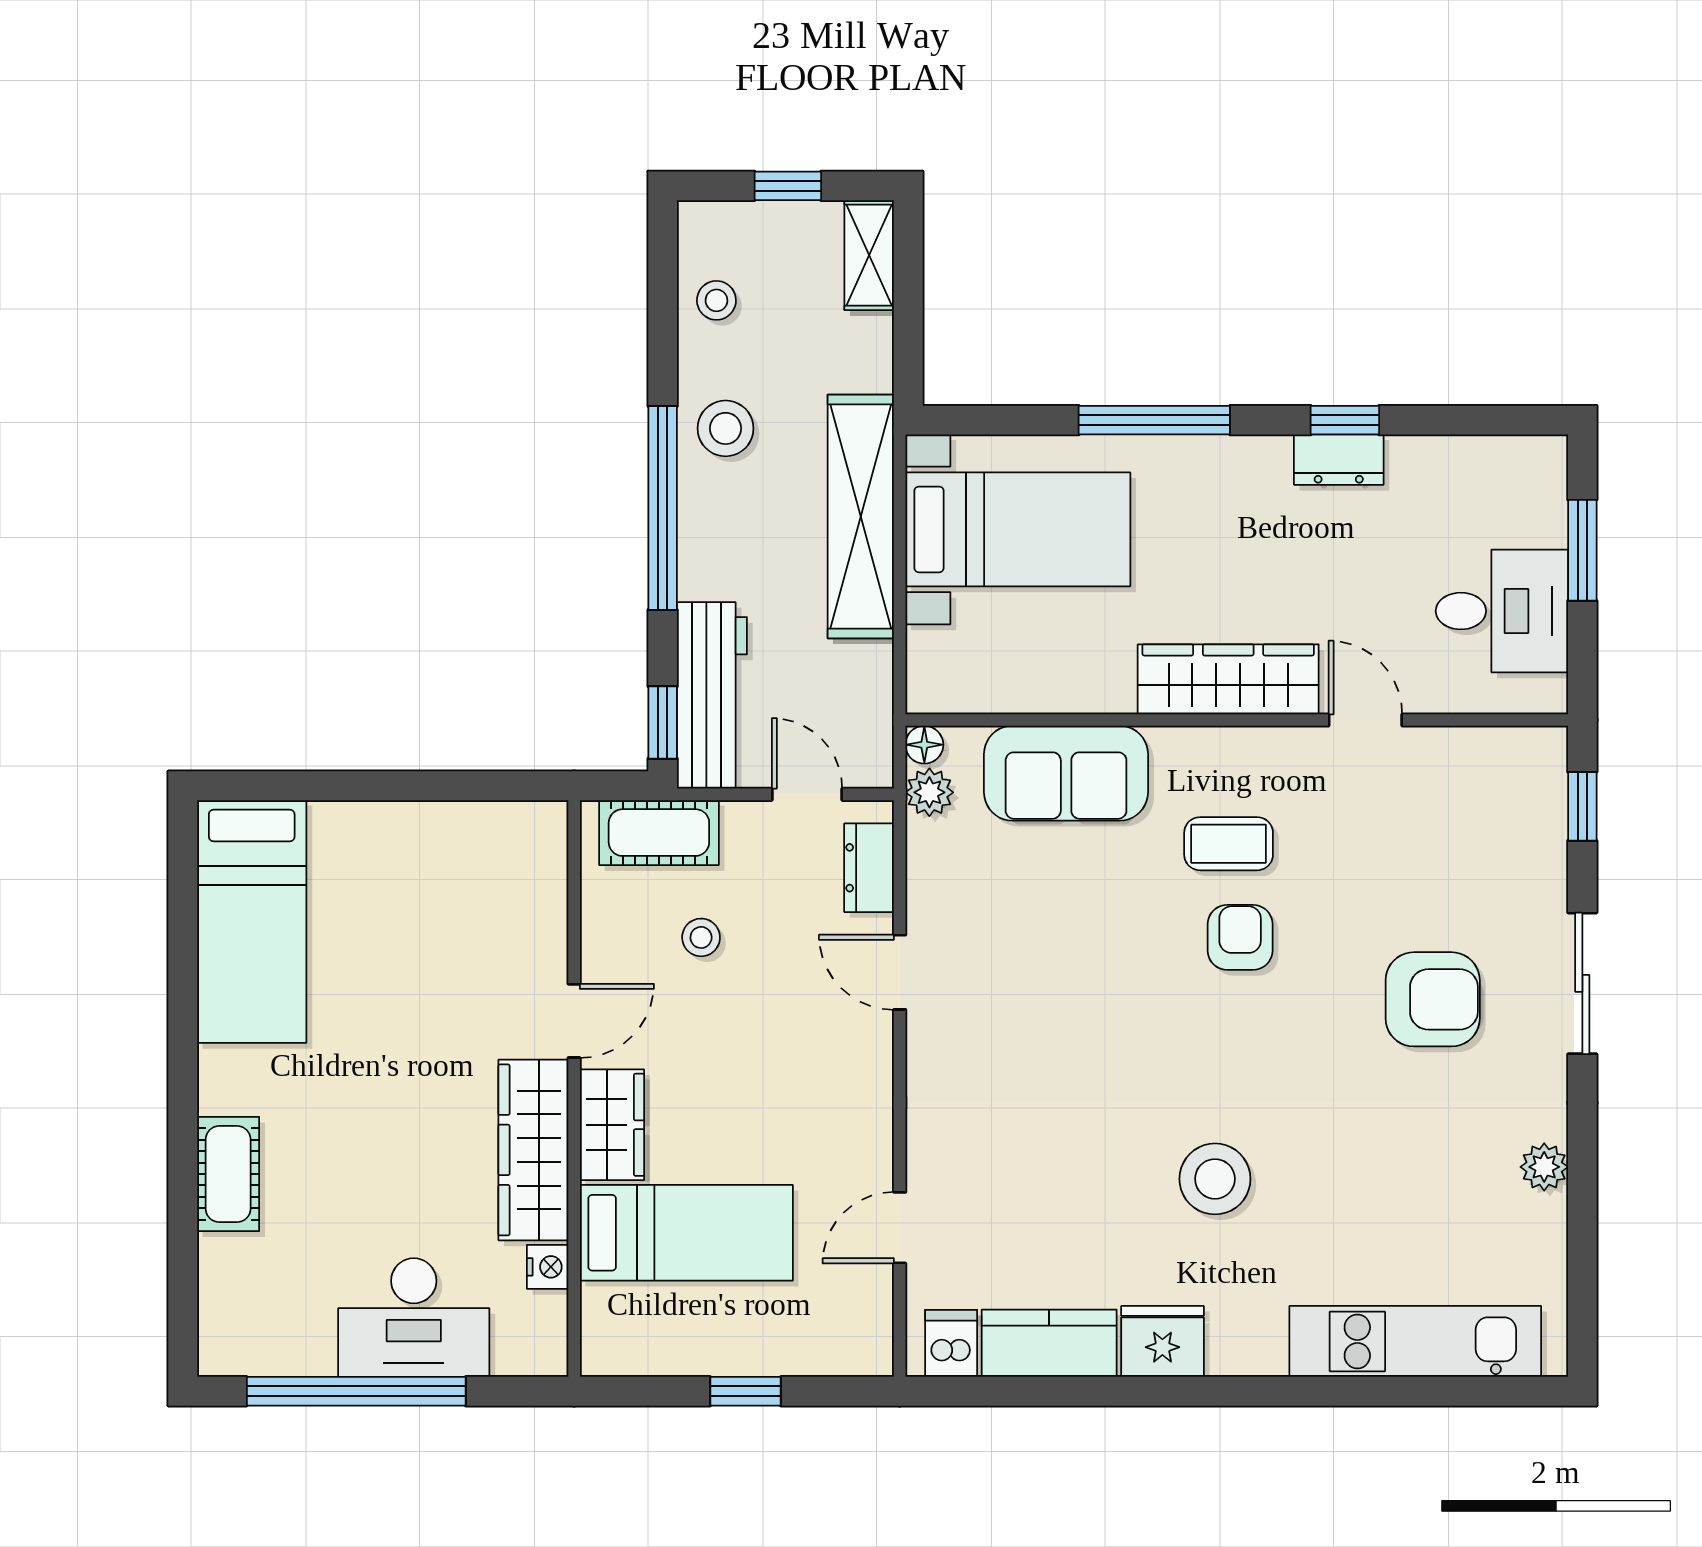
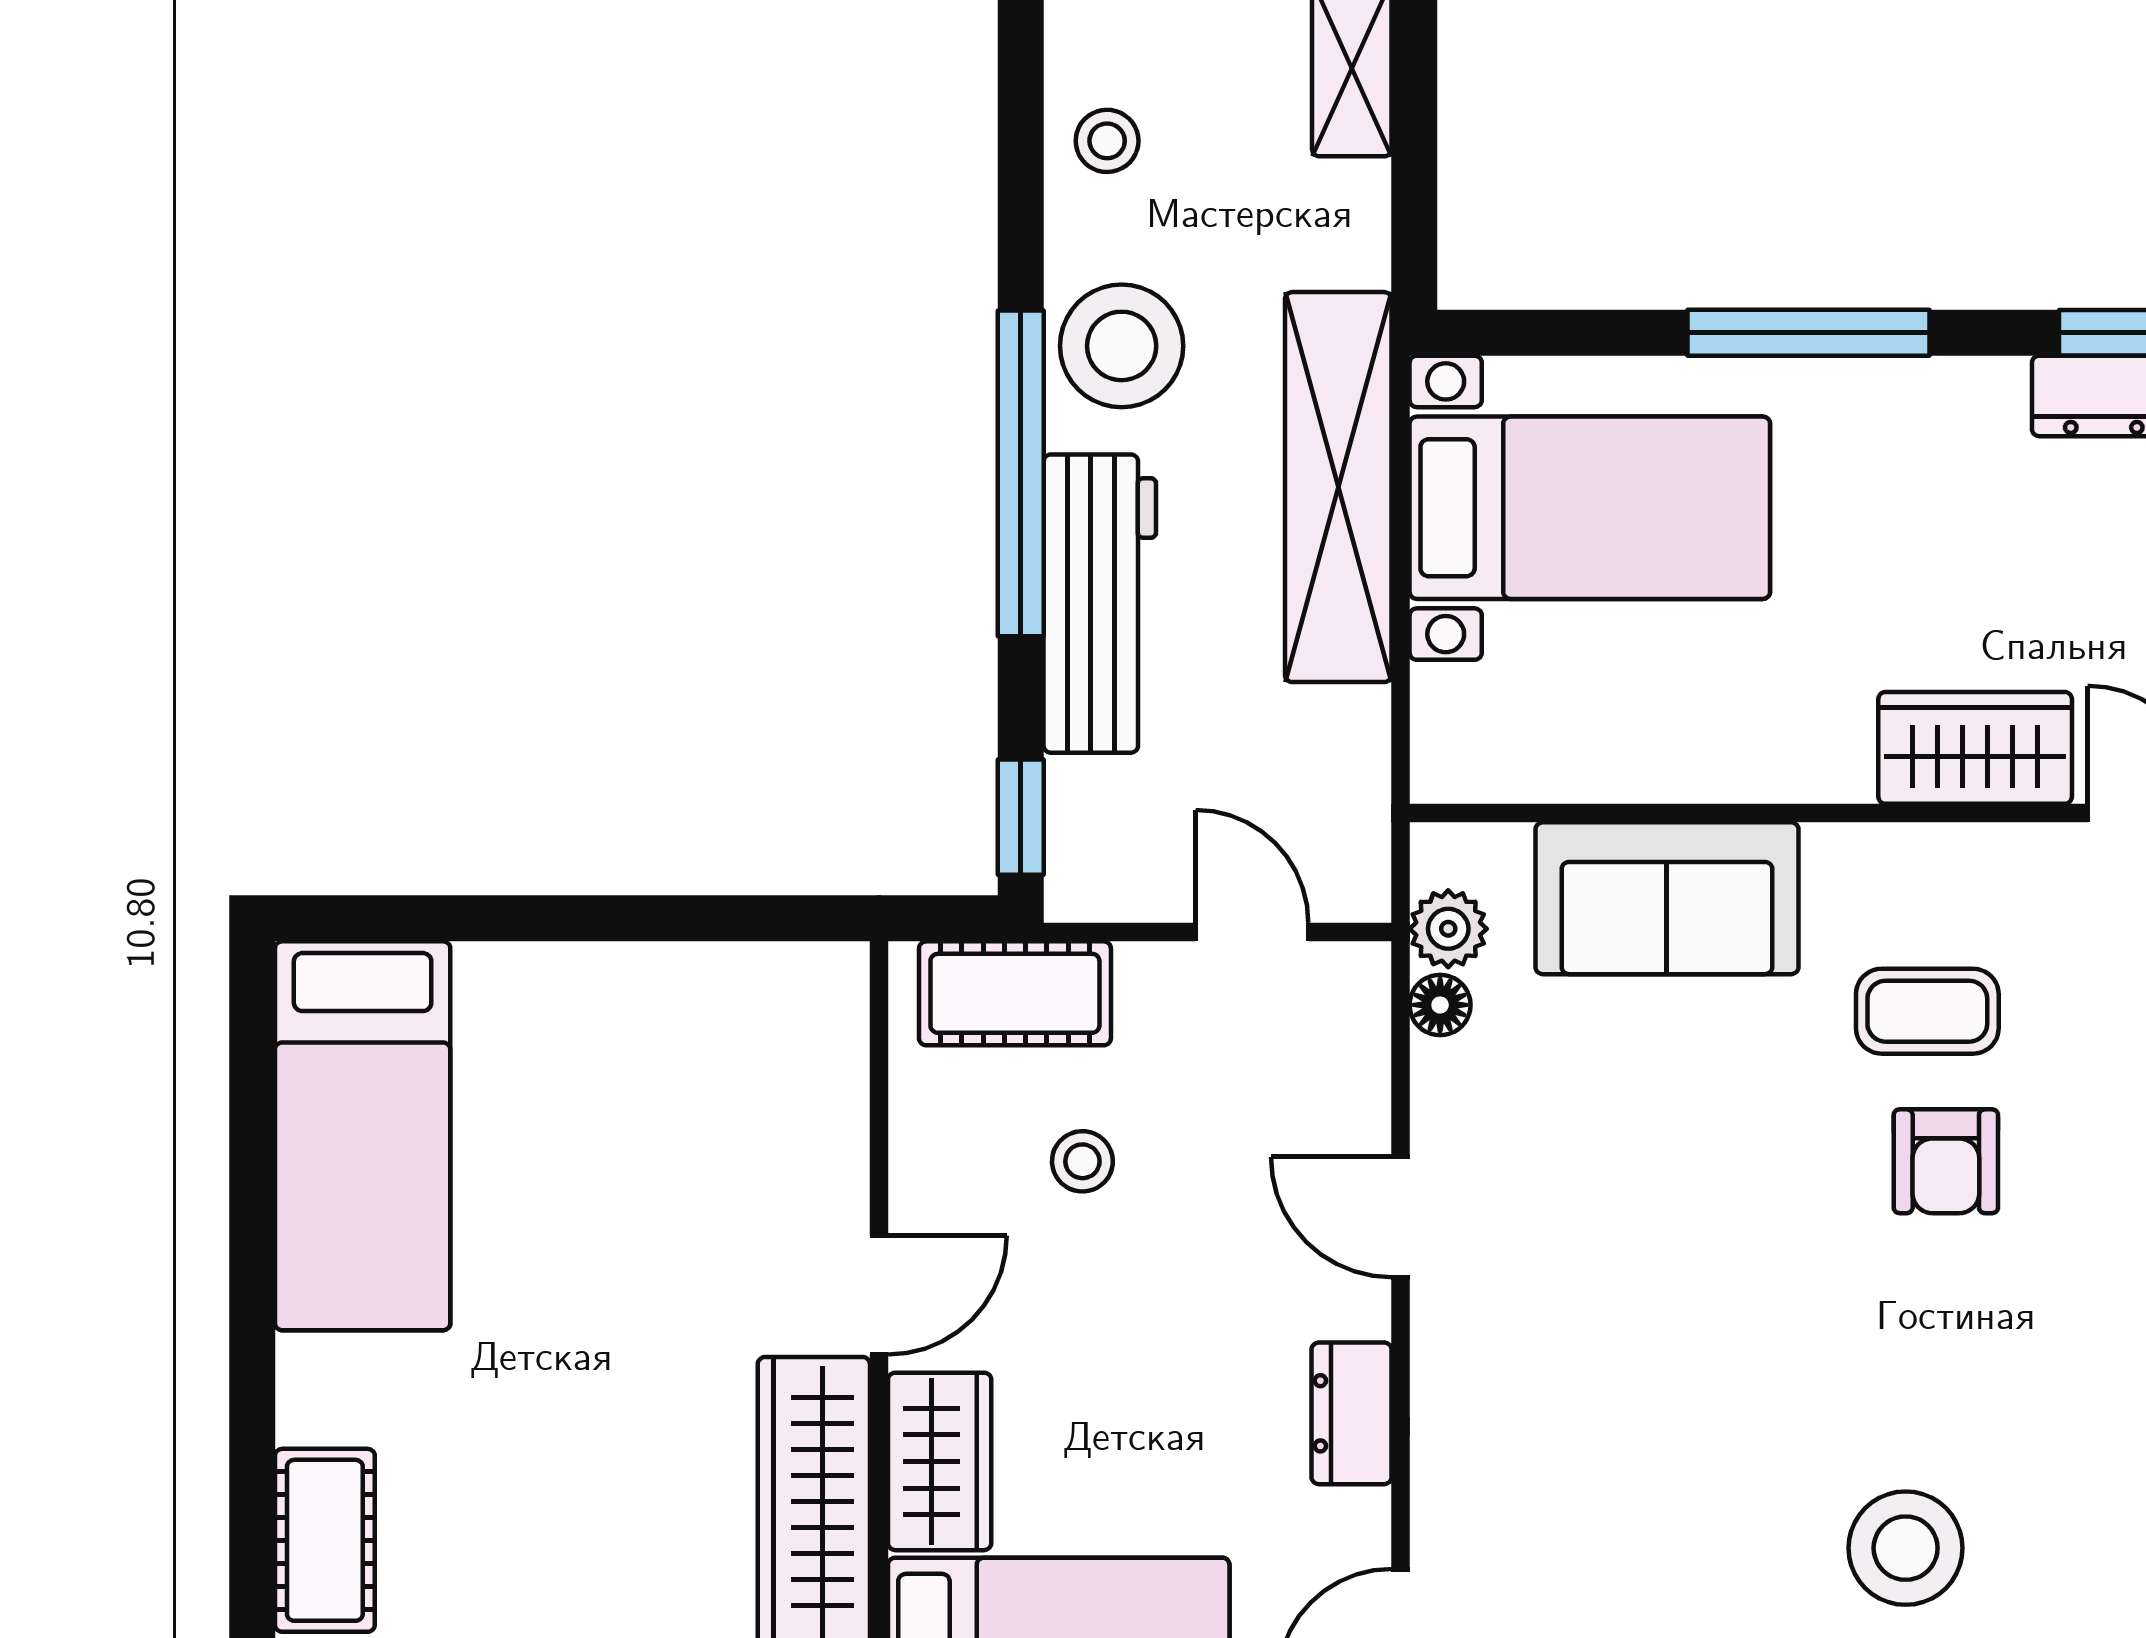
stool: (726, 428) -> (1122, 346), width x1.38, depth x1.38
wardrobe: (1228, 679) -> (1975, 748), width x0.67
workbench: (712, 695) -> (1100, 604), moved
floor lamp: (924, 745) -> (1440, 1005), moved
dresser: (869, 868) -> (1352, 1413), moved
armchair: (1240, 937) -> (1946, 1161), turned 180

